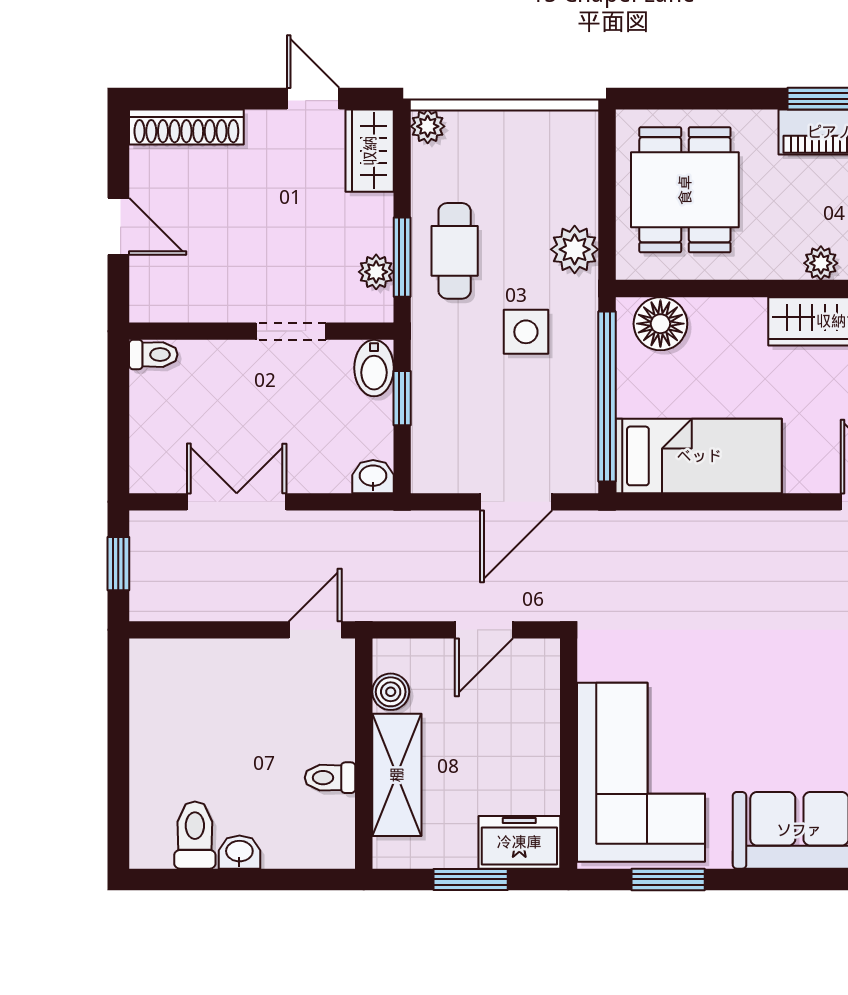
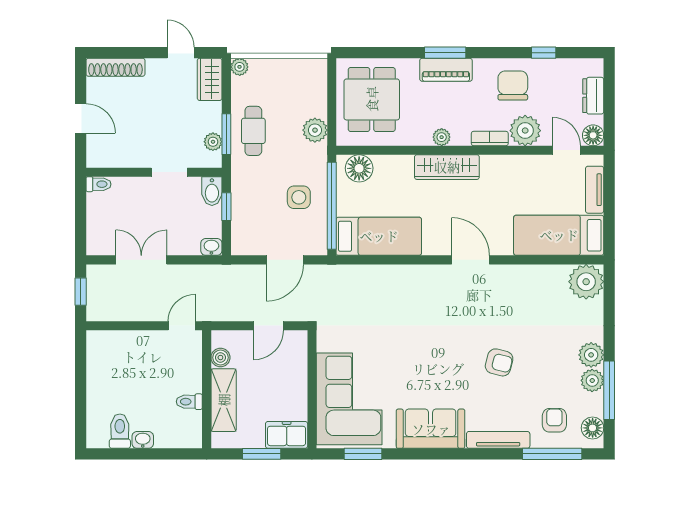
side table: (526, 332) -> (299, 197), moved

